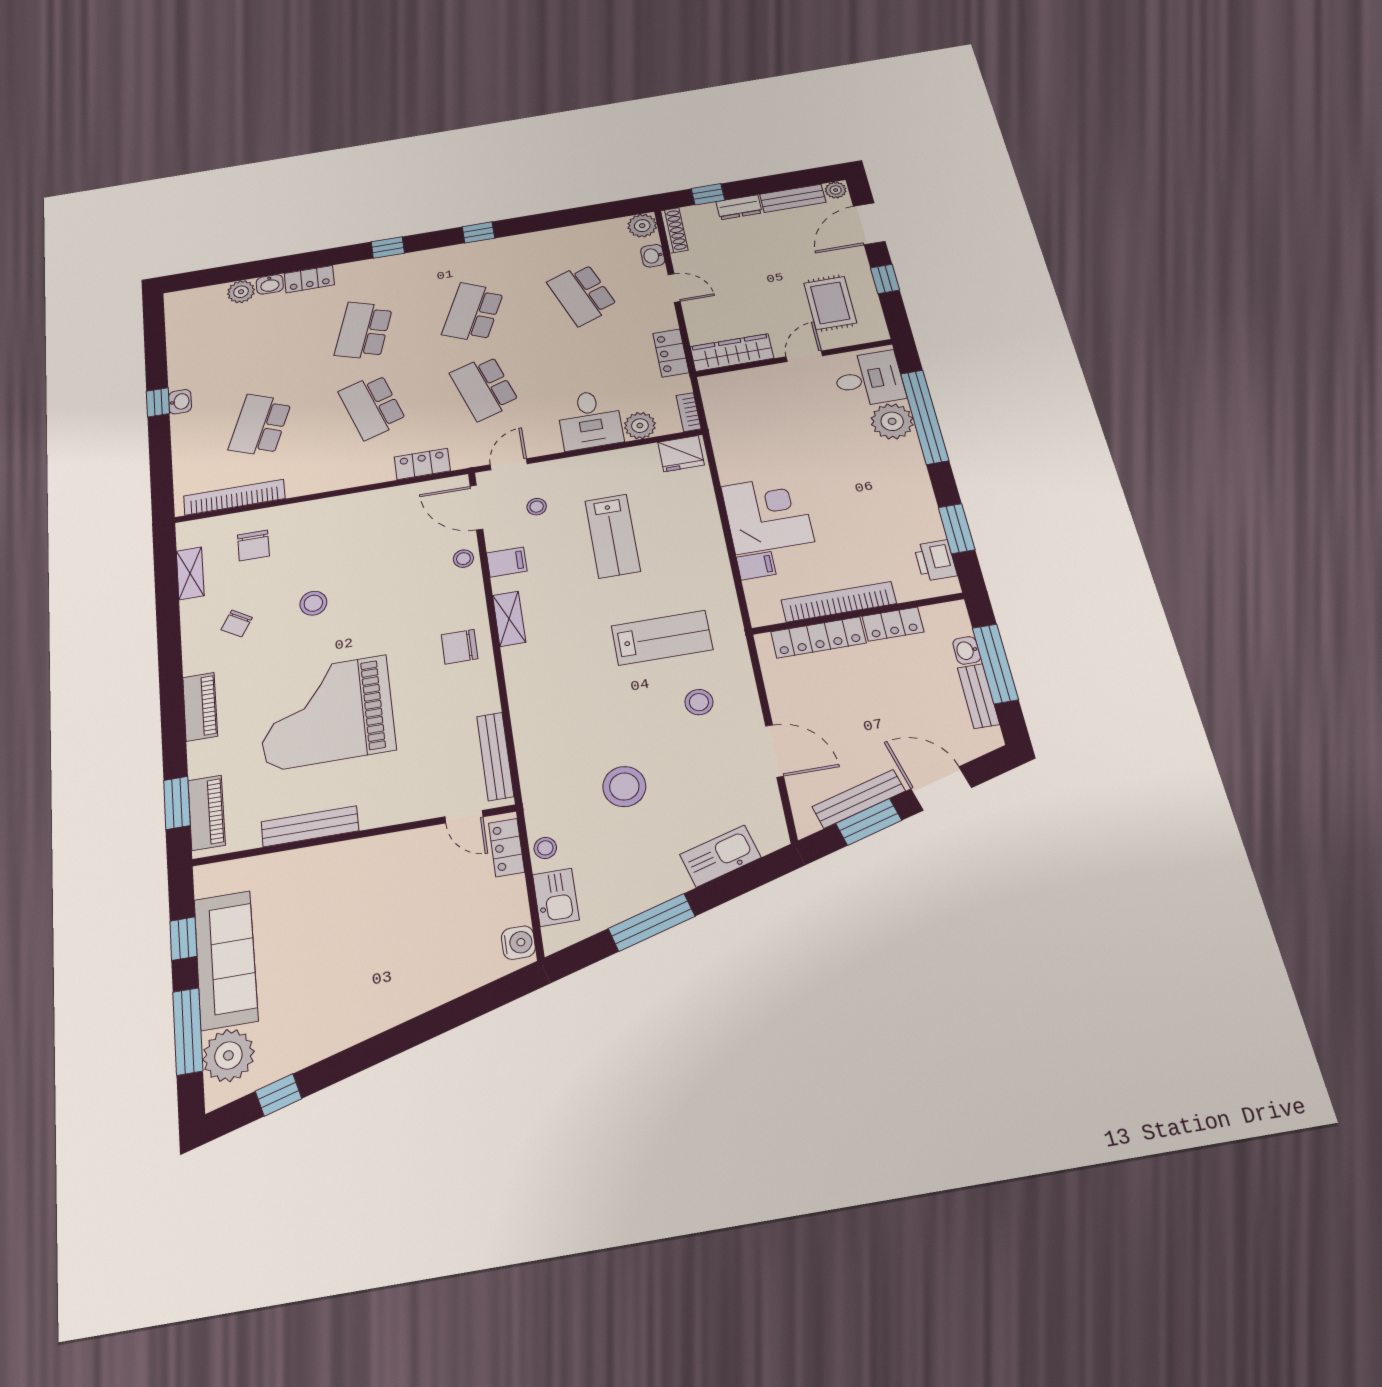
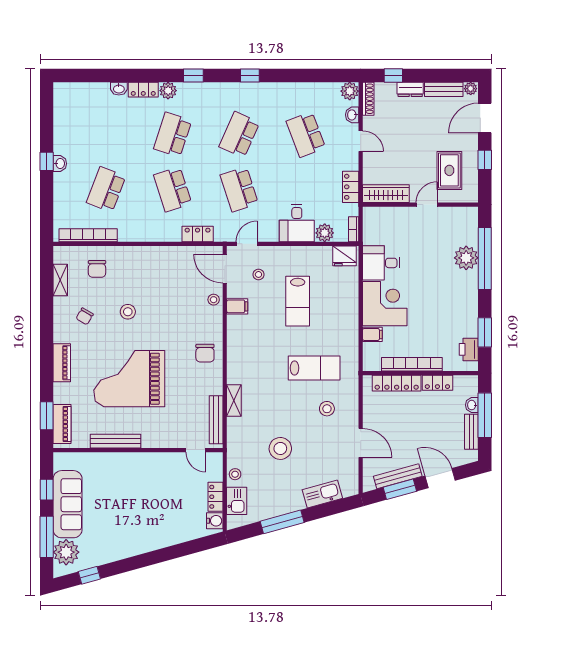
plant: (241, 292) -> (168, 91), moved
desk: (869, 379) -> (381, 263), moved, turned 180
shelving: (509, 619) -> (234, 401), moved
chair: (460, 647) -> (205, 353), turned -90
locker: (507, 848) -> (215, 497), moved

